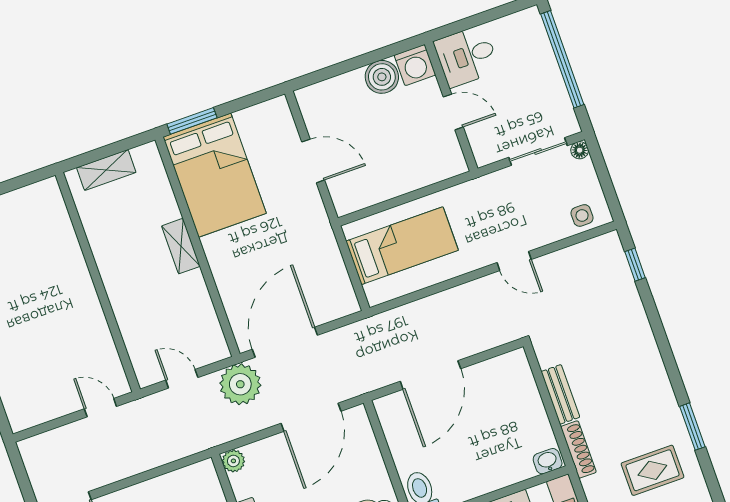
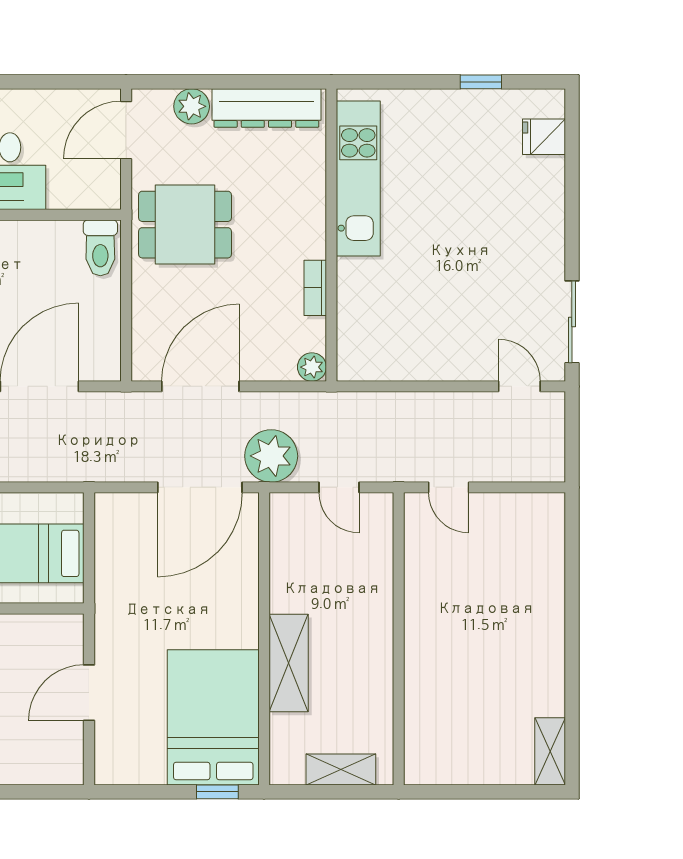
window: (192, 121) -> (217, 792), width x0.67
door: (313, 161) -> (89, 693), hinge flipped
shelving: (181, 246) -> (289, 663), width x1.50, depth x1.33

